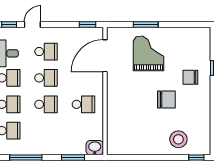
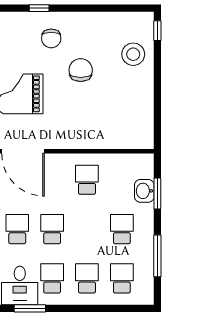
school desk: (46, 104) -> (122, 229), moved
washbasin: (95, 148) -> (144, 191), moved

